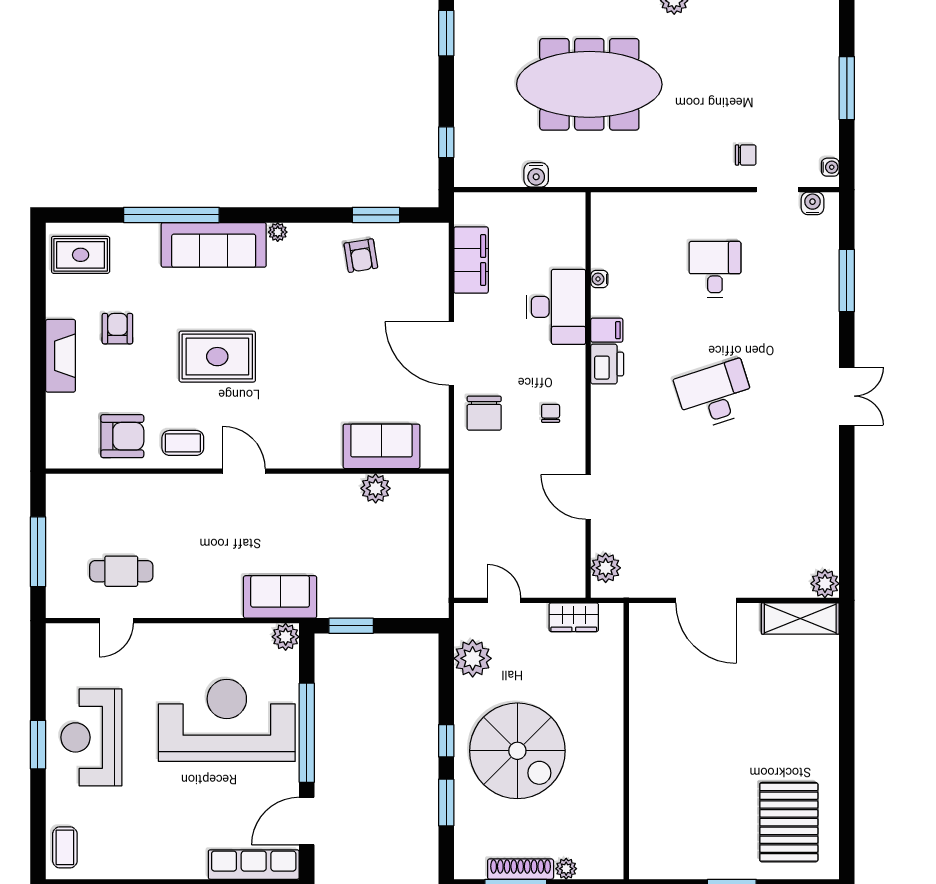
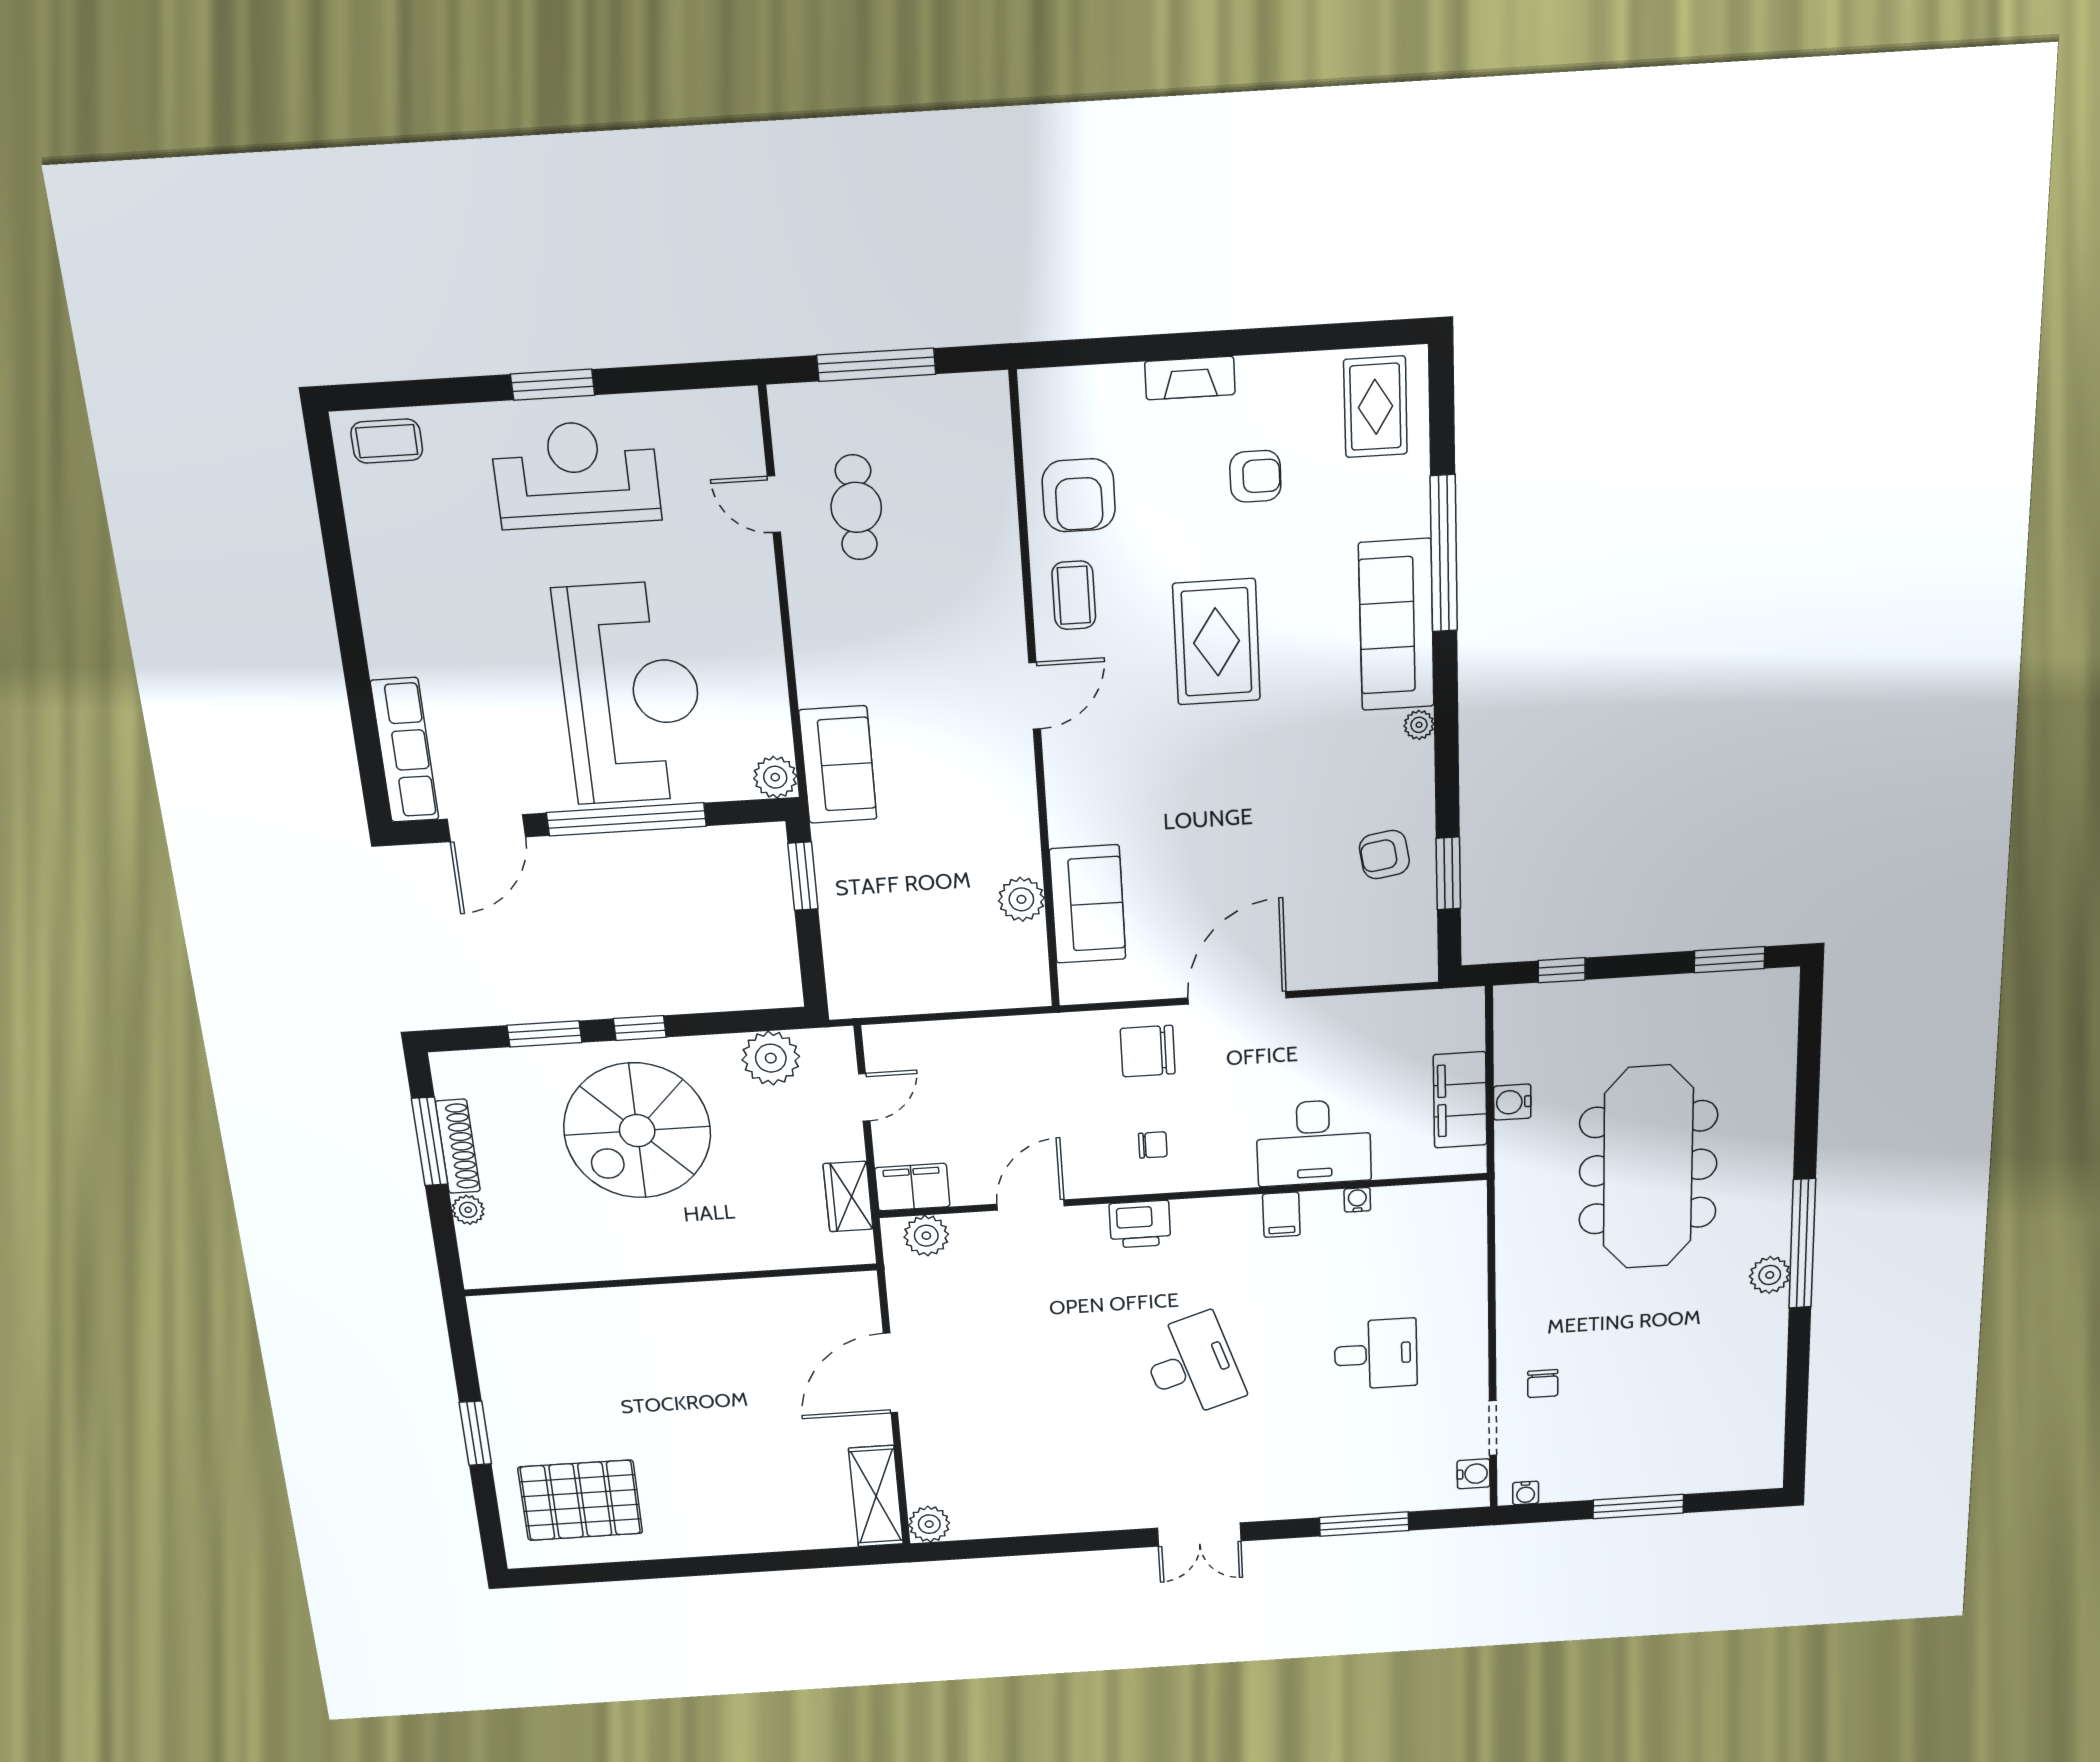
filing cabinet: (471, 260) -> (1460, 1100), moved, turned 90
fireplace: (61, 356) -> (1190, 378), width x0.73, depth x0.76
printer: (607, 364) -> (1140, 1224), moved
filing cabinet: (570, 574) -> (912, 1187), added
door: (307, 821) -> (486, 828), swing flipped

